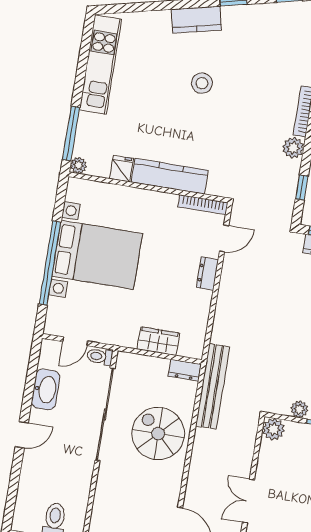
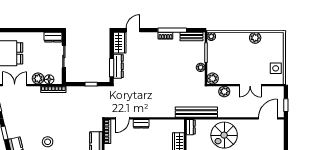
plant: (293, 148) -> (224, 92), moved
door: (224, 238) -> (122, 118), swing flipped

